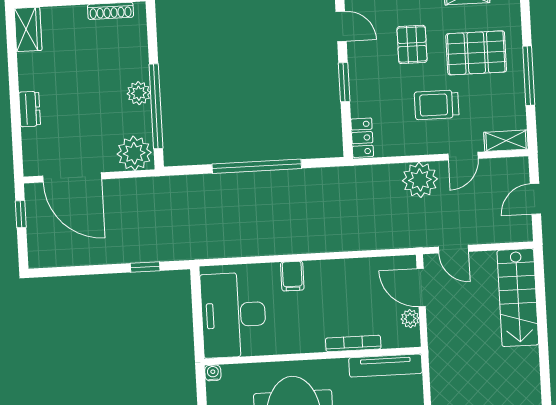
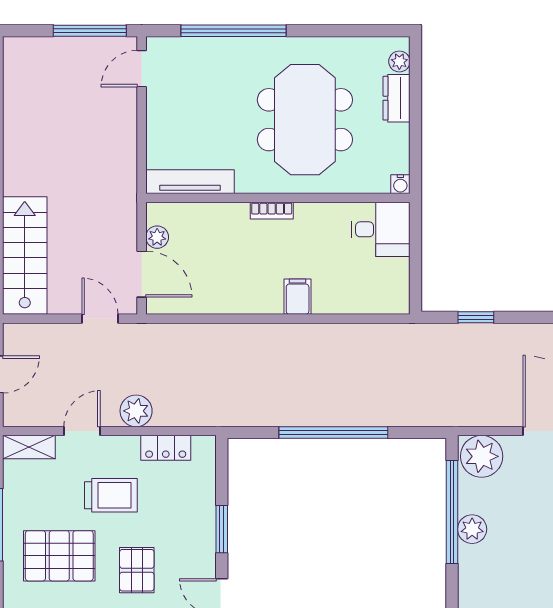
locker: (362, 138) -> (166, 448), moved, turned -90
plant: (420, 180) -> (136, 411), width x0.73, depth x0.73
desk: (233, 315) -> (380, 229), width x0.53, depth x0.77
bookcase: (353, 343) -> (272, 211), moved, width x0.64

